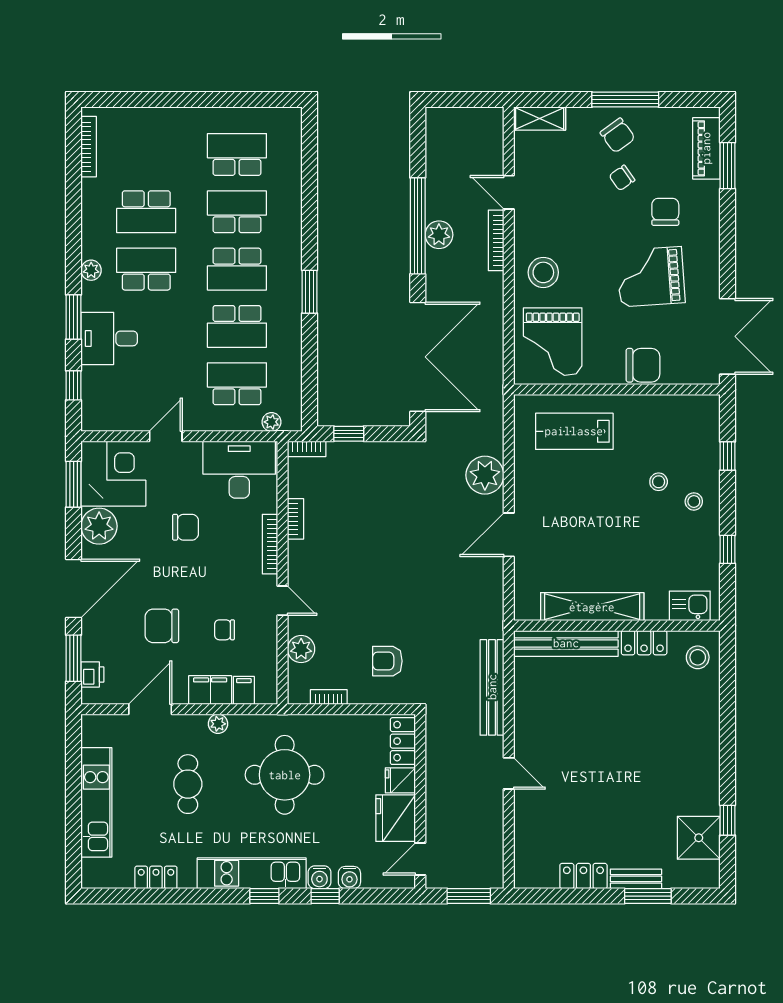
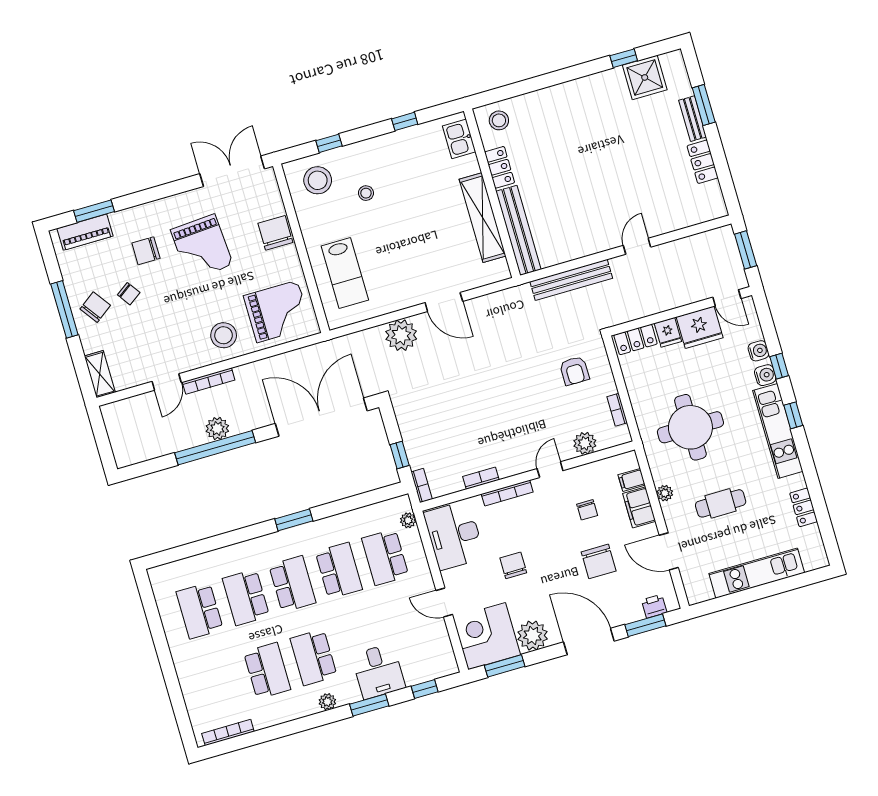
stool: (694, 501) -> (318, 180), moved, width x1.89, depth x1.89

